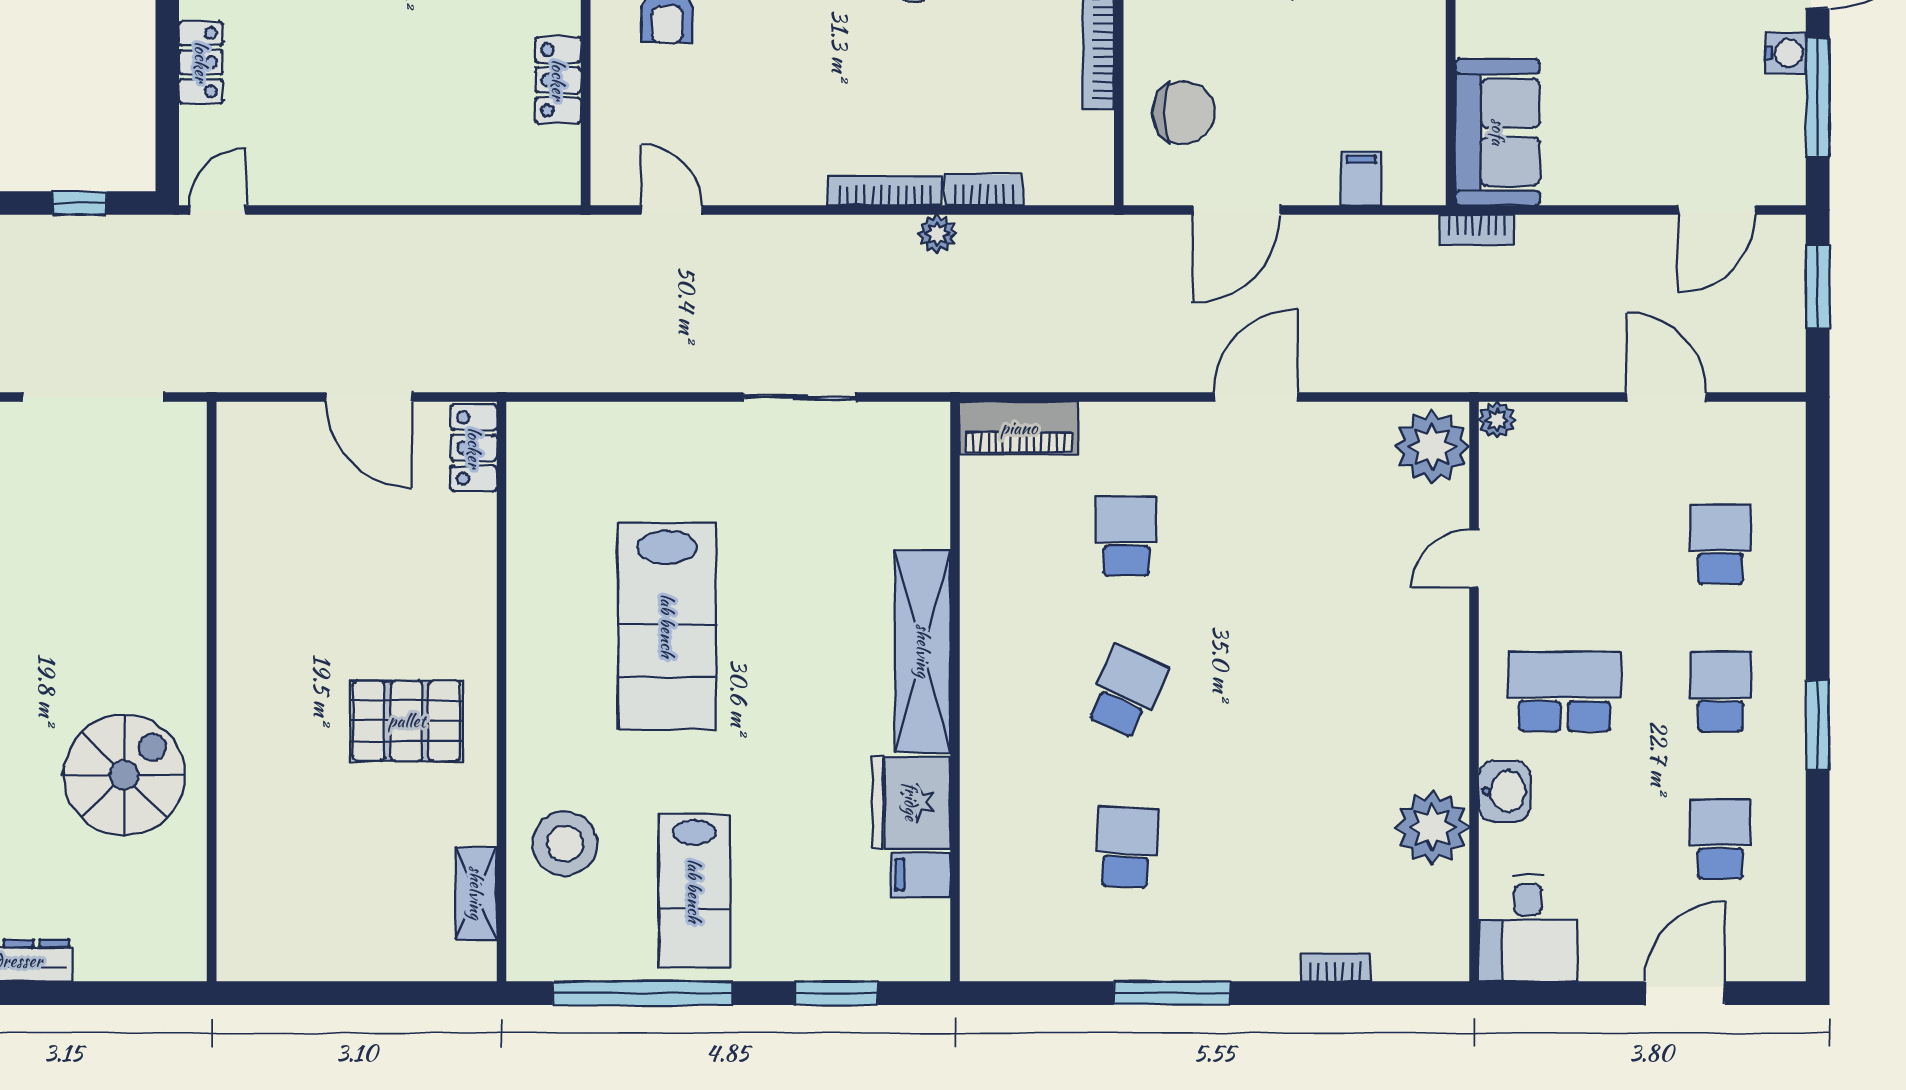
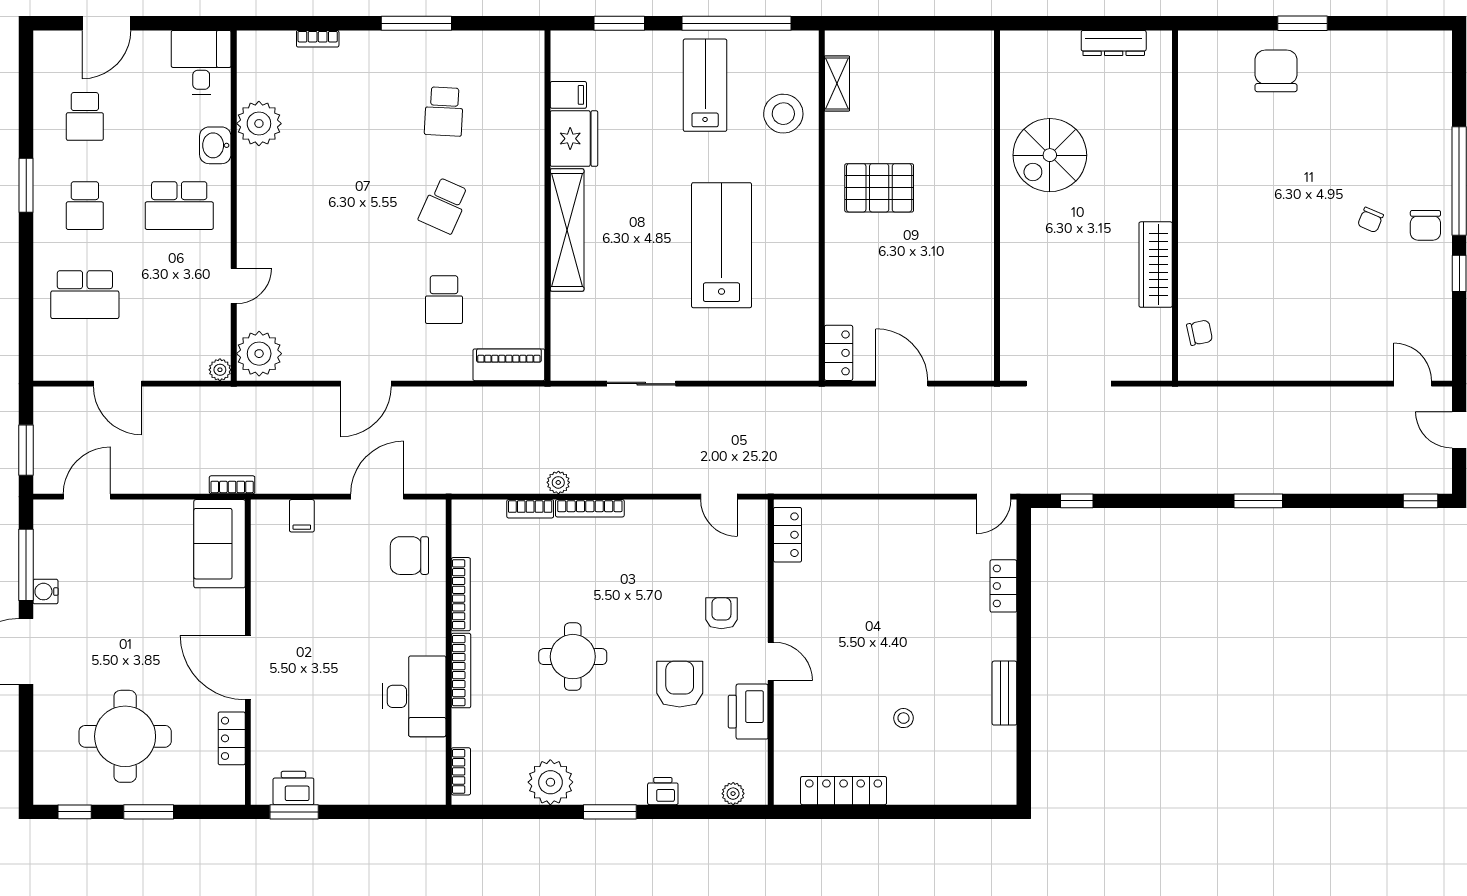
locker: (558, 80) -> (788, 535), moved
school desk: (1720, 544) -> (85, 295), width x1.85

